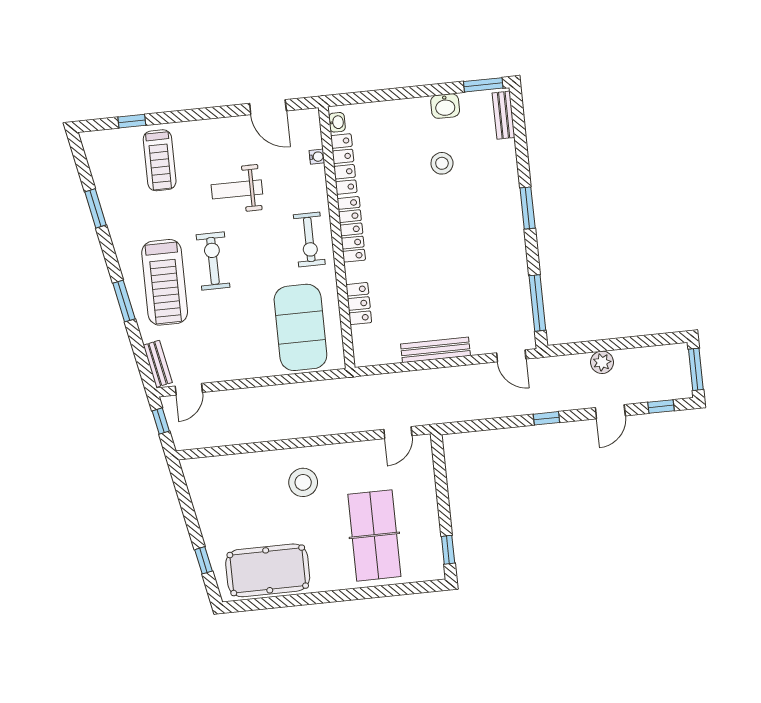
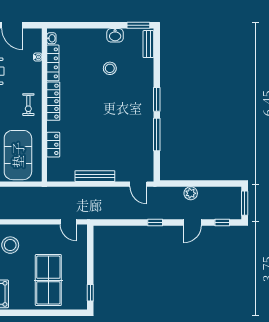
exercise bike: (309, 239) -> (28, 105), width x0.73, depth x0.72
window: (537, 303) -> (157, 135), moved
door: (398, 433) -> (68, 222), hinge flipped

